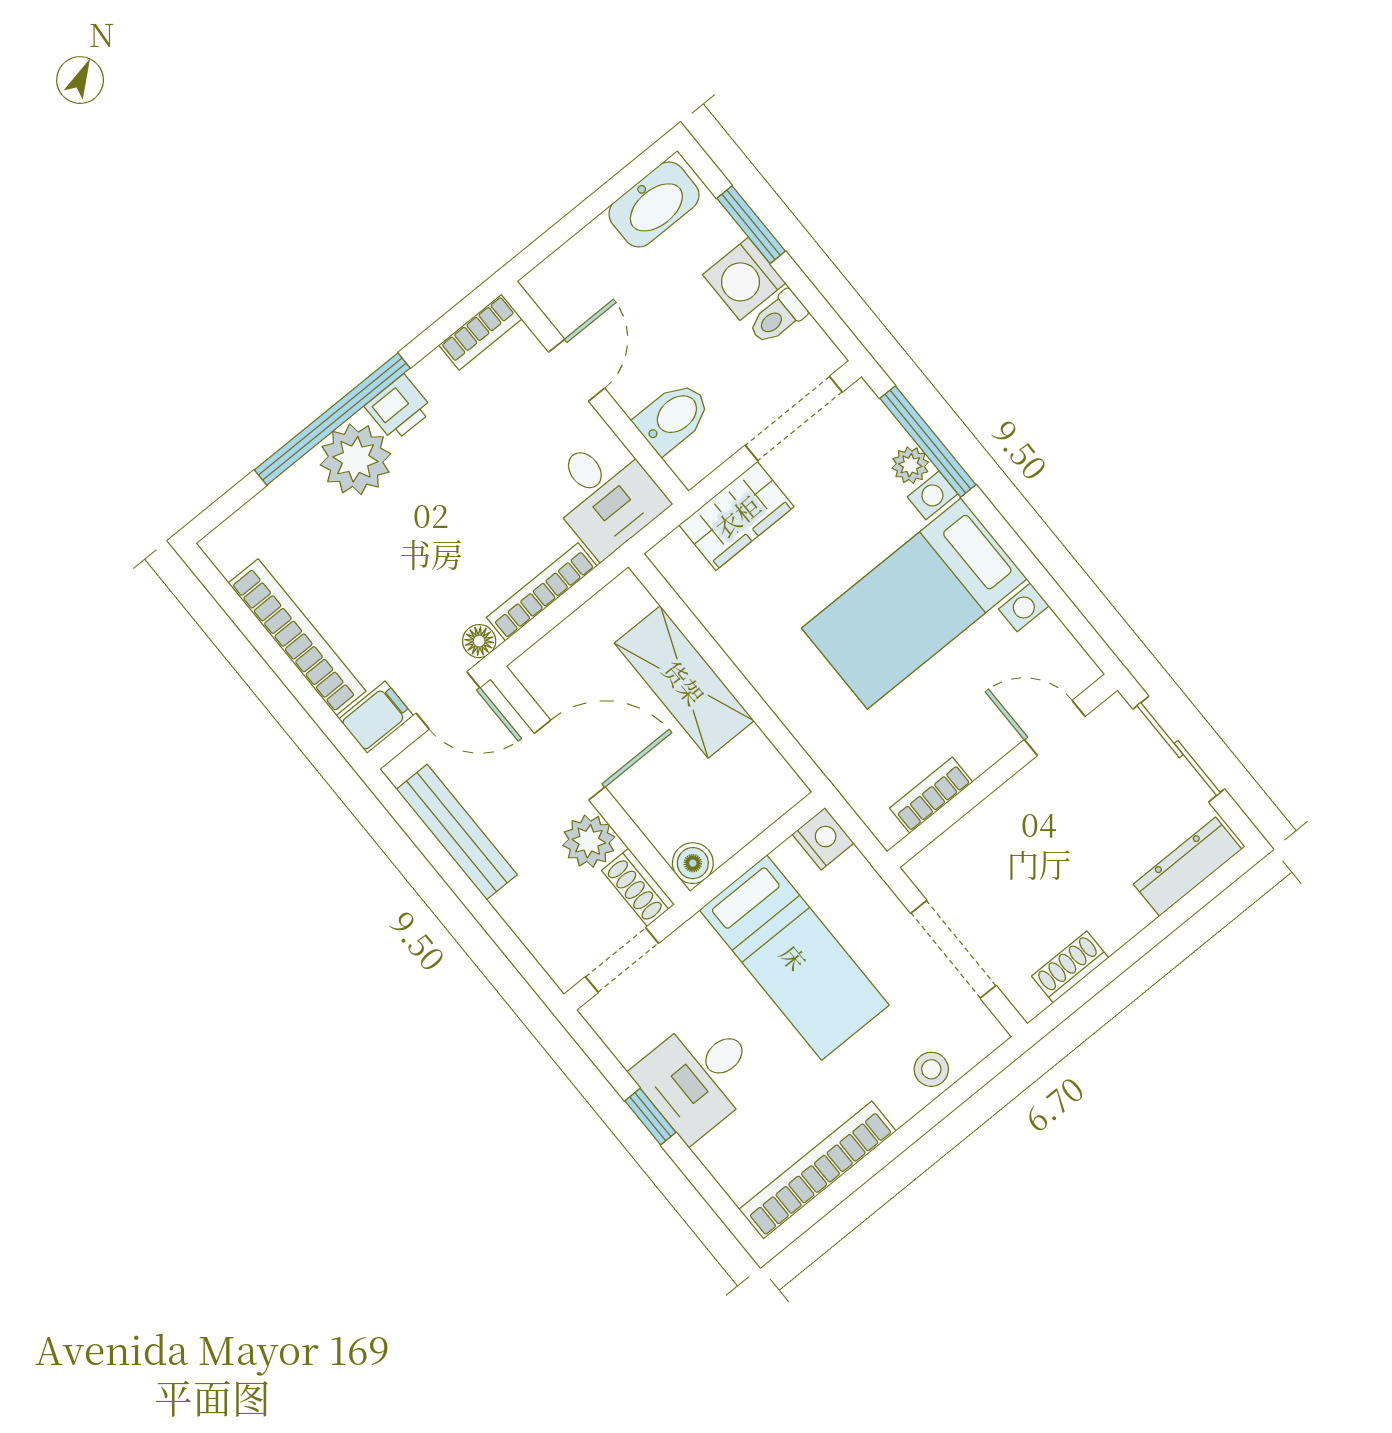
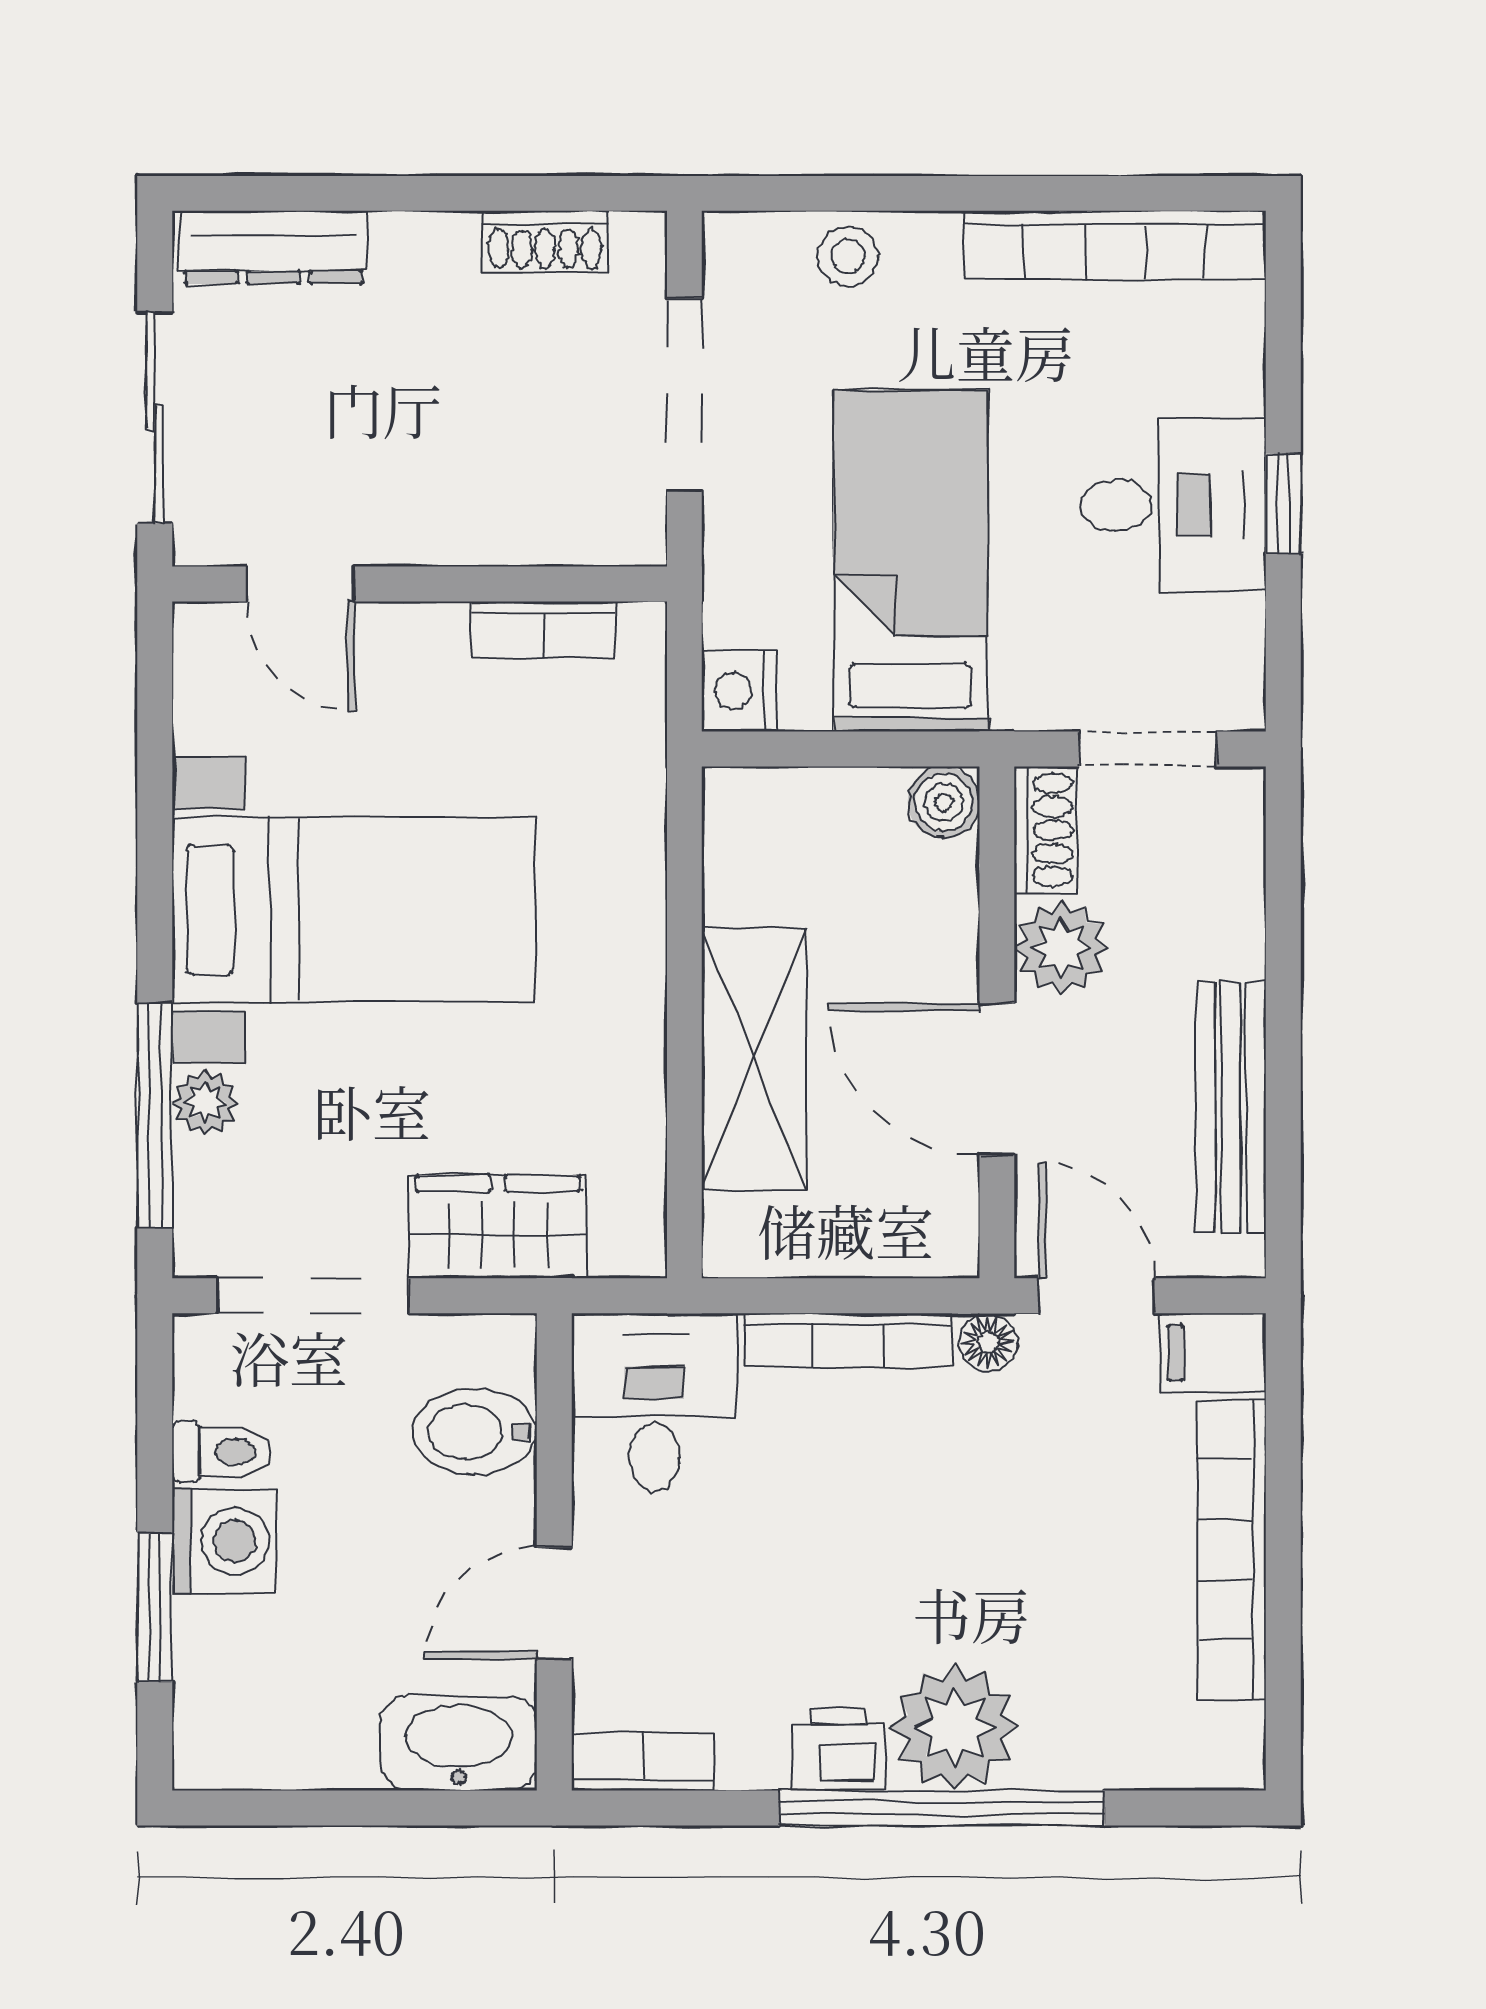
washbasin: (654, 204) -> (459, 1743), moved

